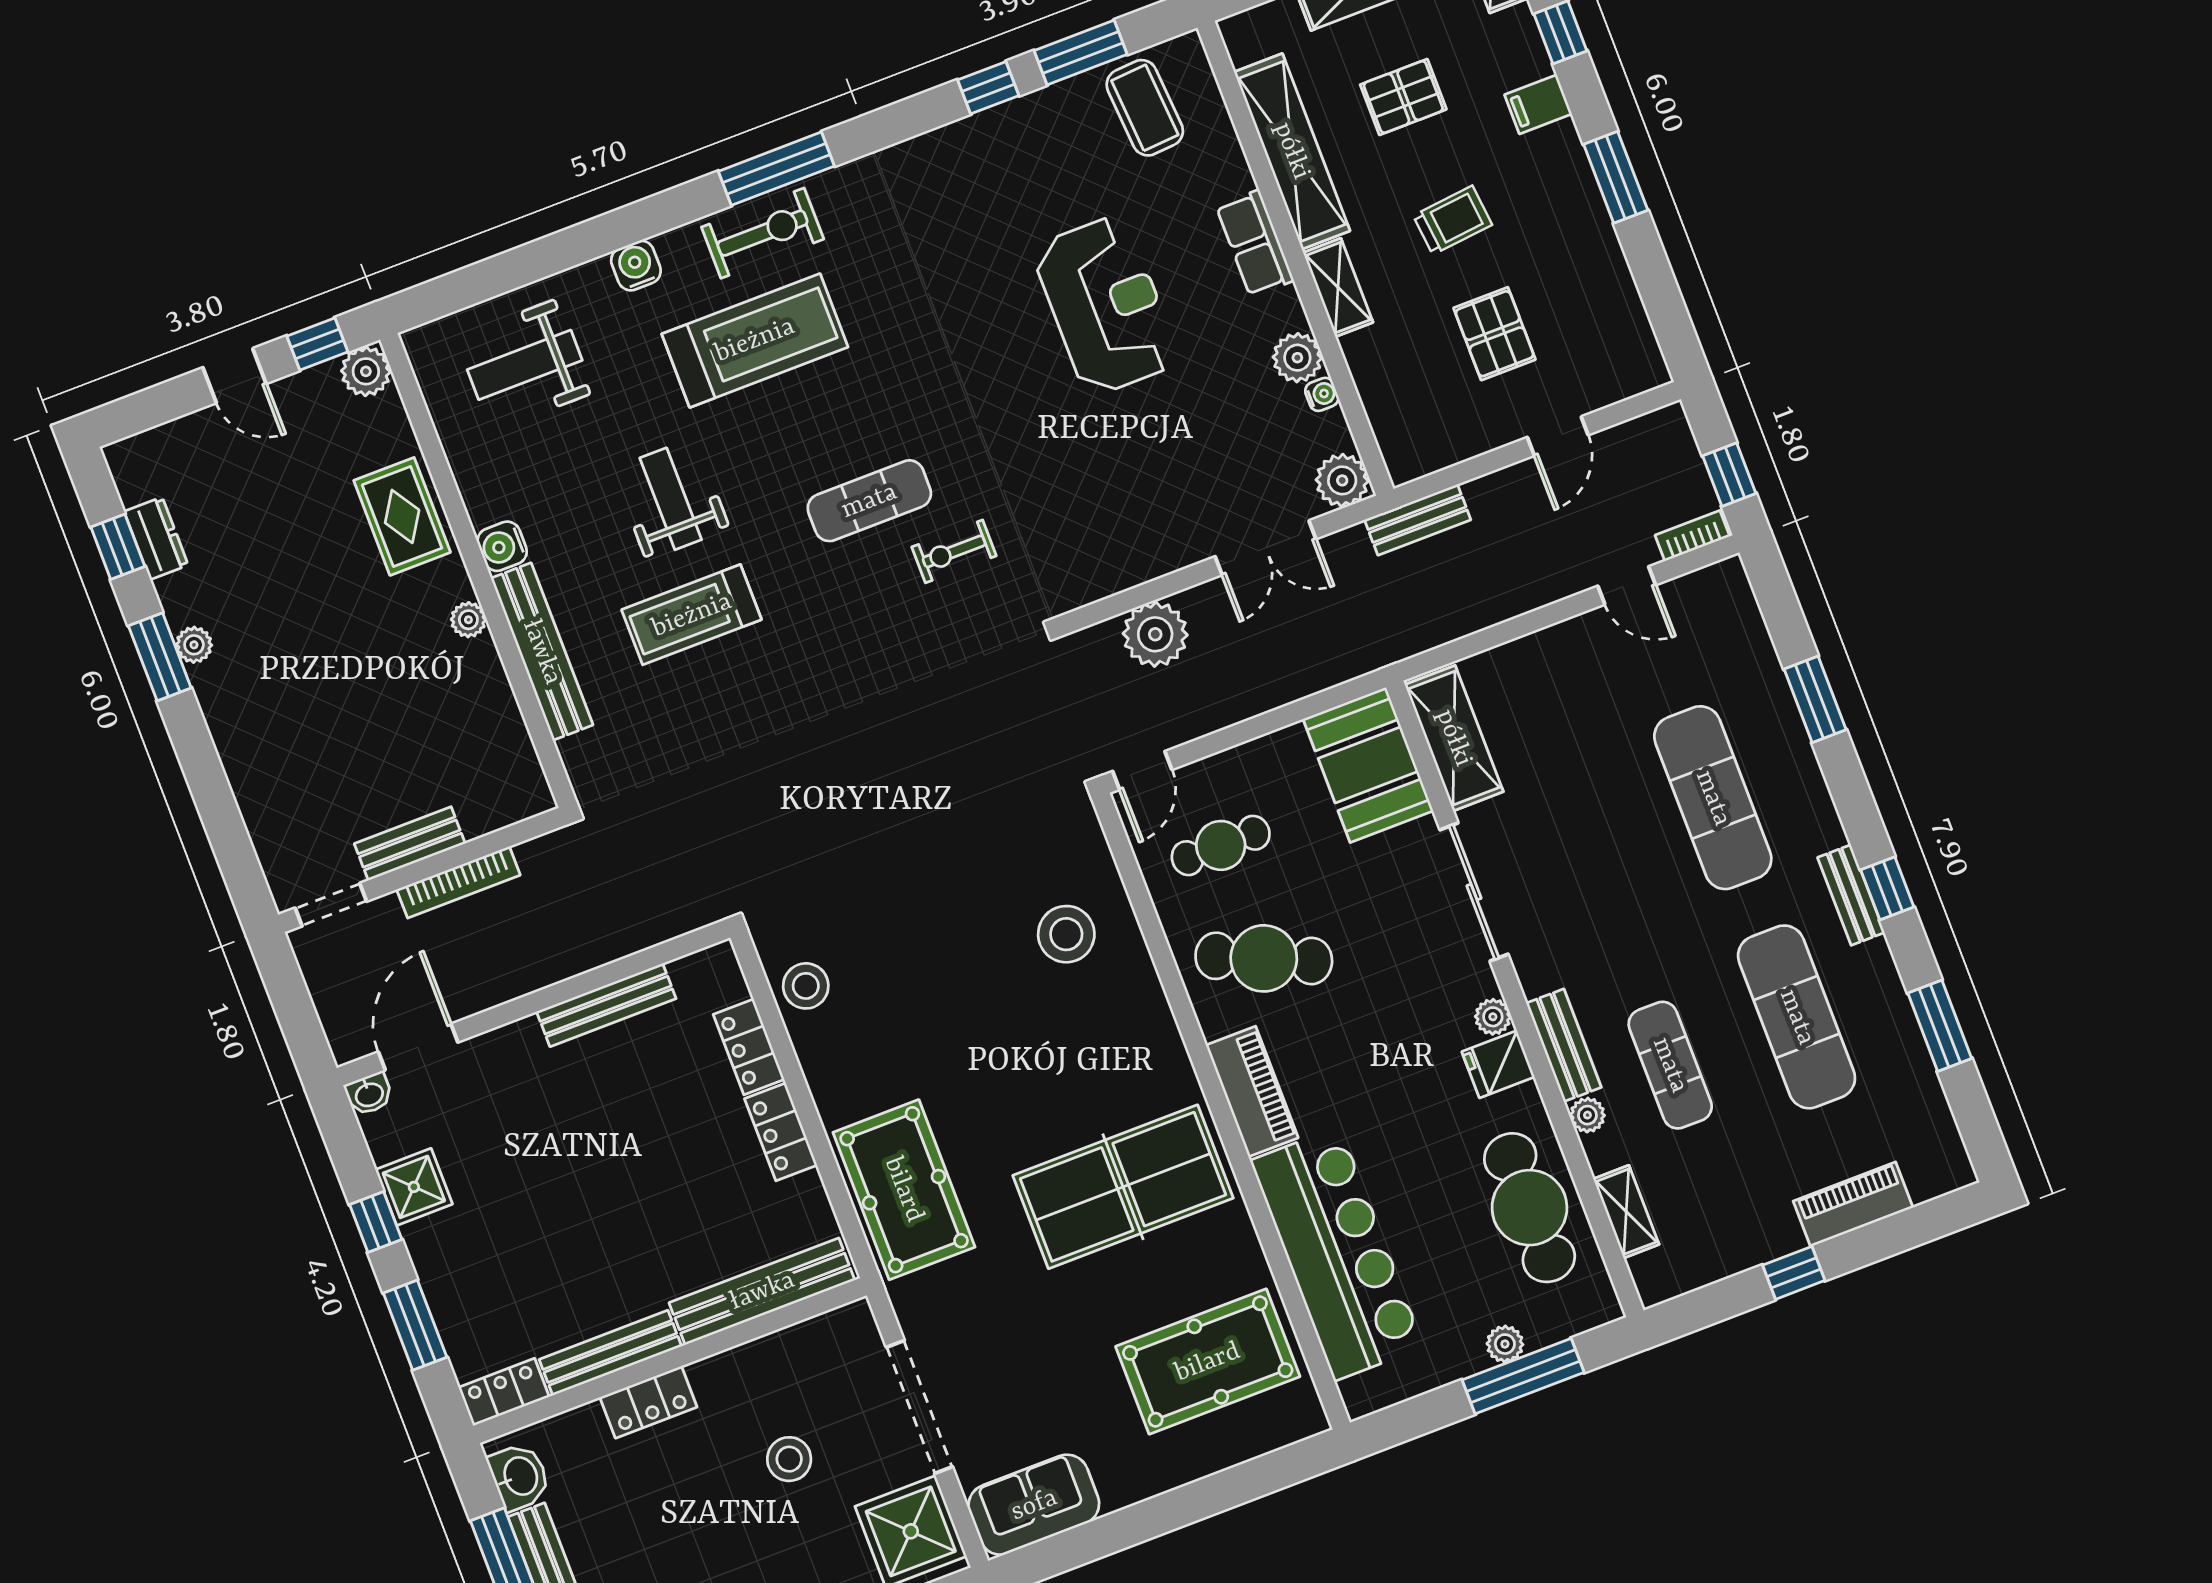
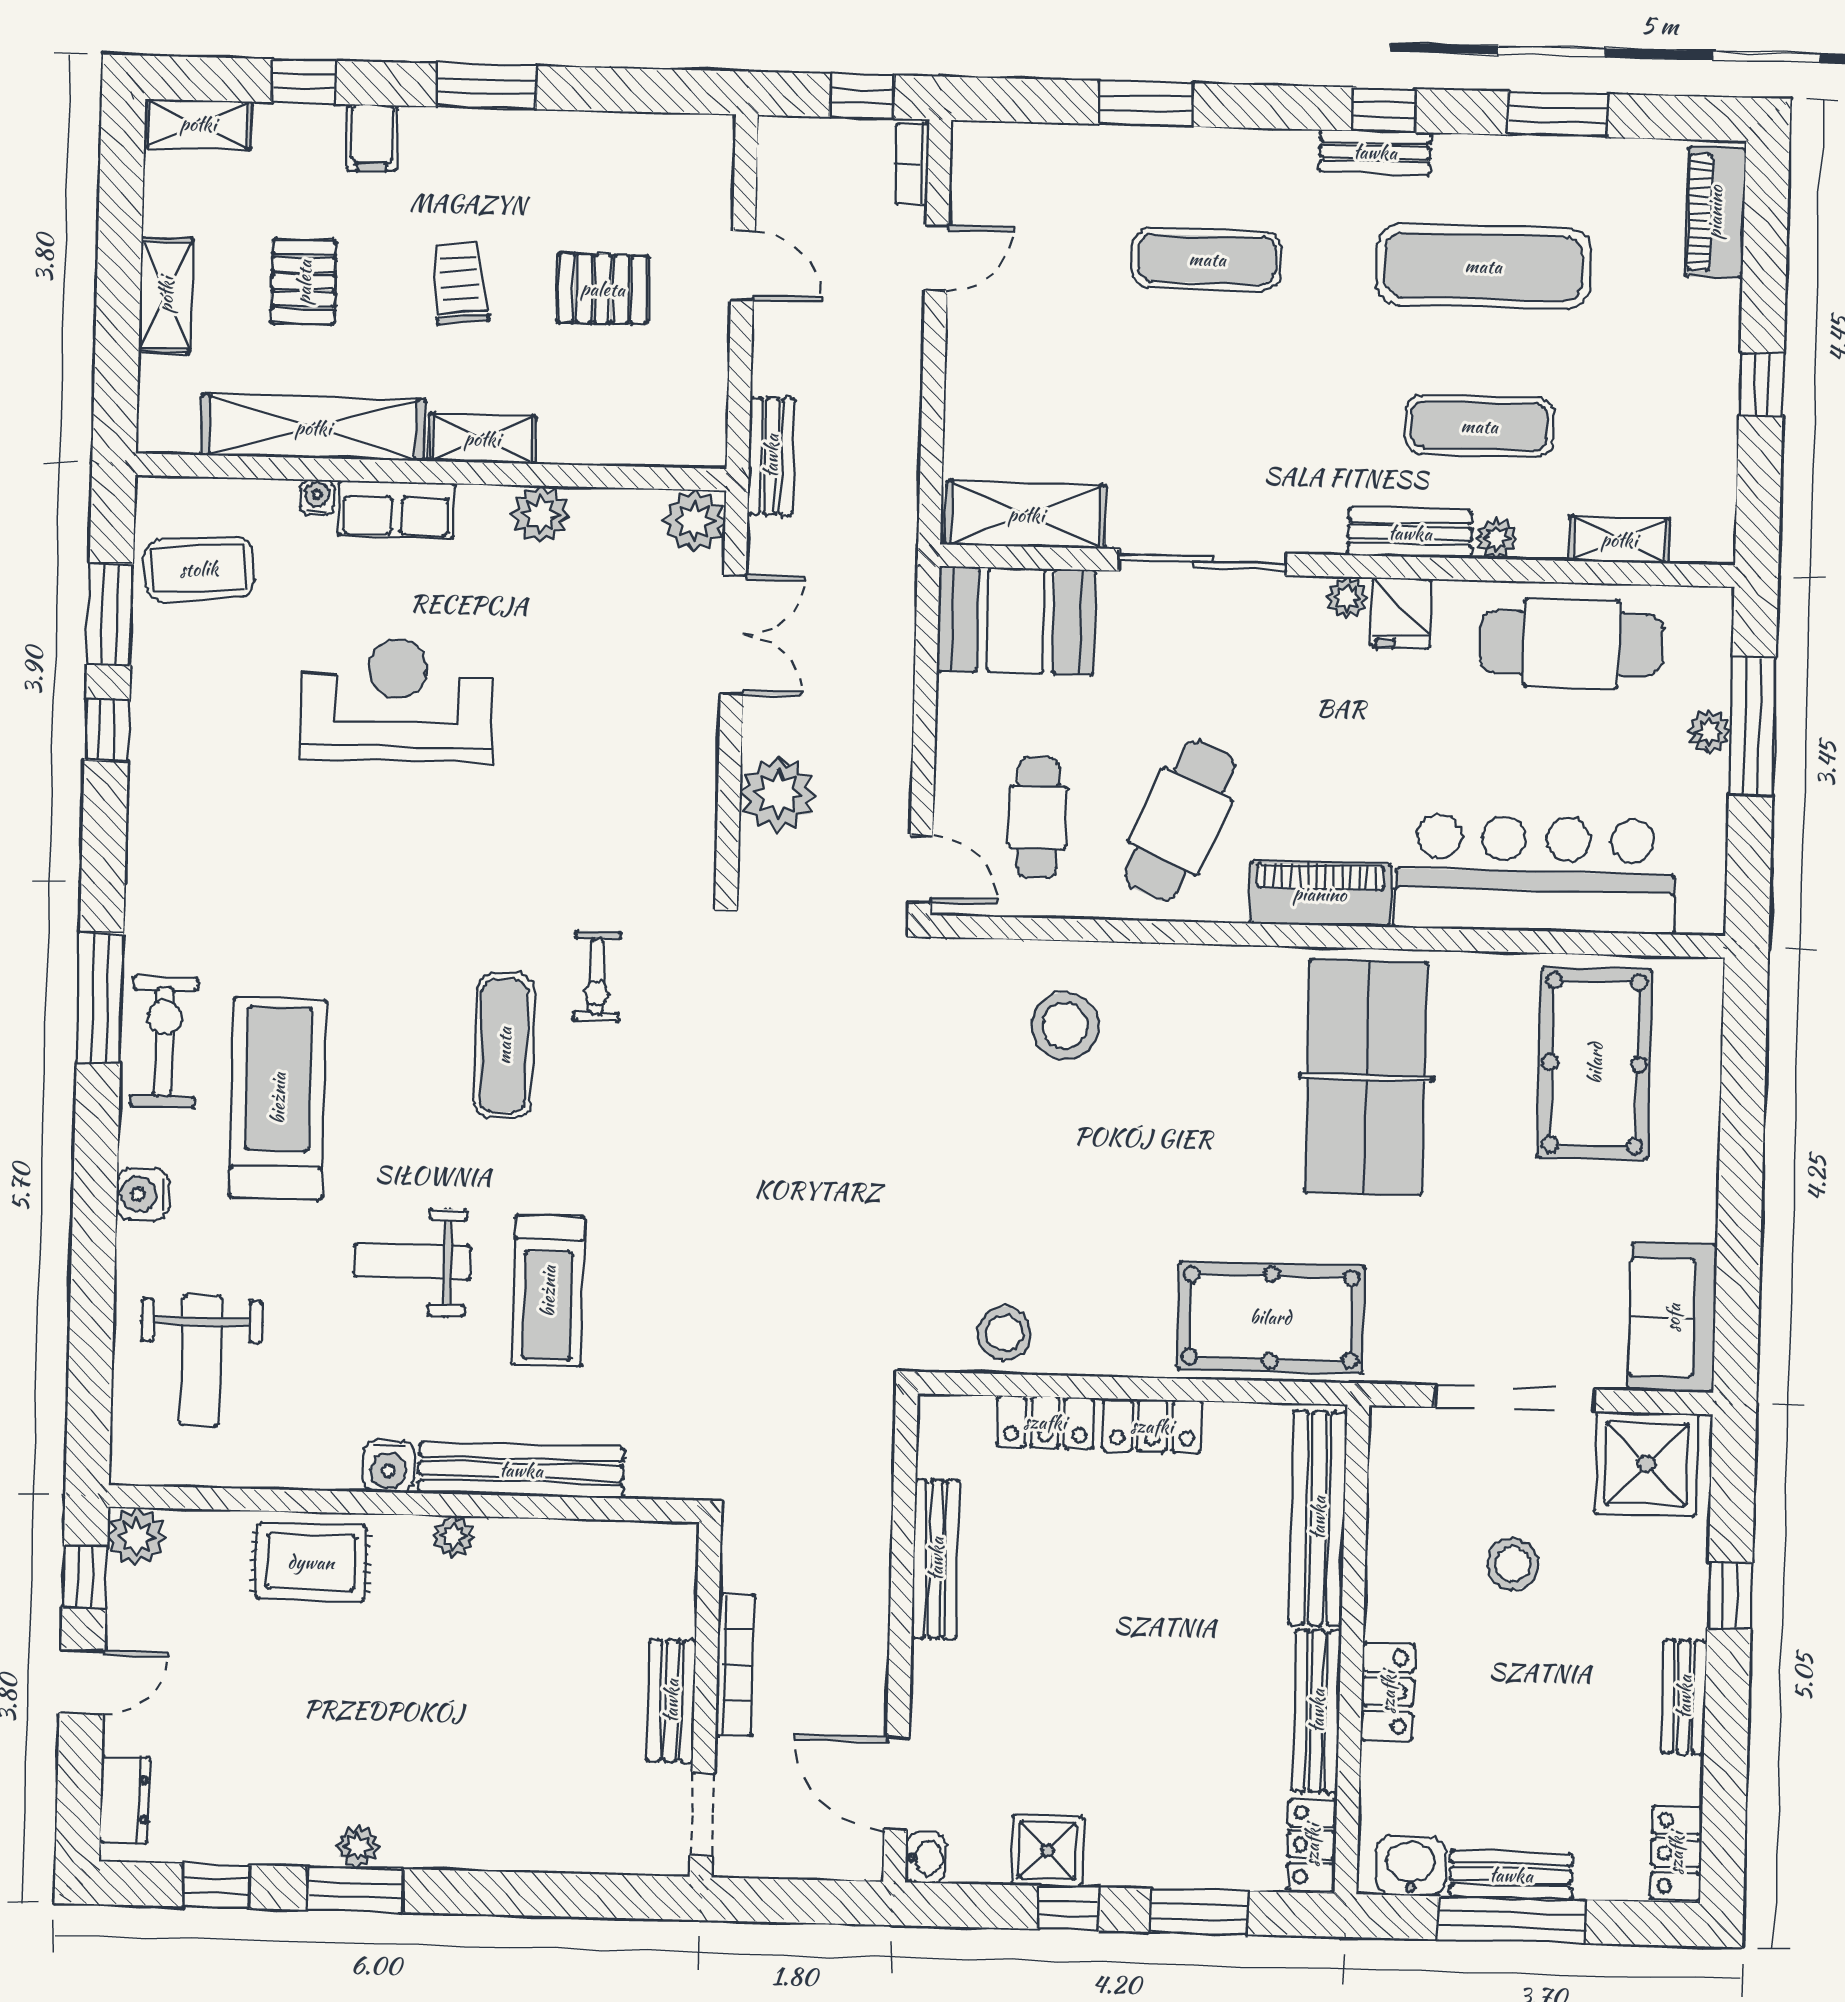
water cooler: (1322, 394) -> (317, 497), moved
dresser: (156, 538) -> (125, 1800), moved, turned 90
exercise mat: (1713, 798) -> (1207, 259), width x0.73, depth x0.69
piano: (1853, 1204) -> (1715, 212), moved

